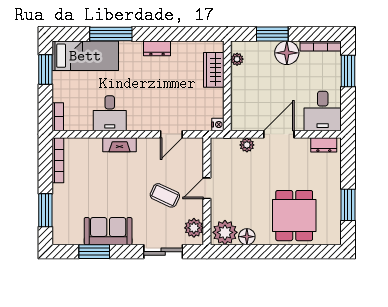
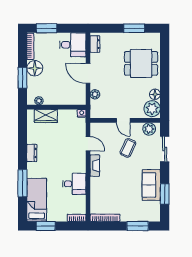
fireplace: (120, 145) -> (95, 166), moved

